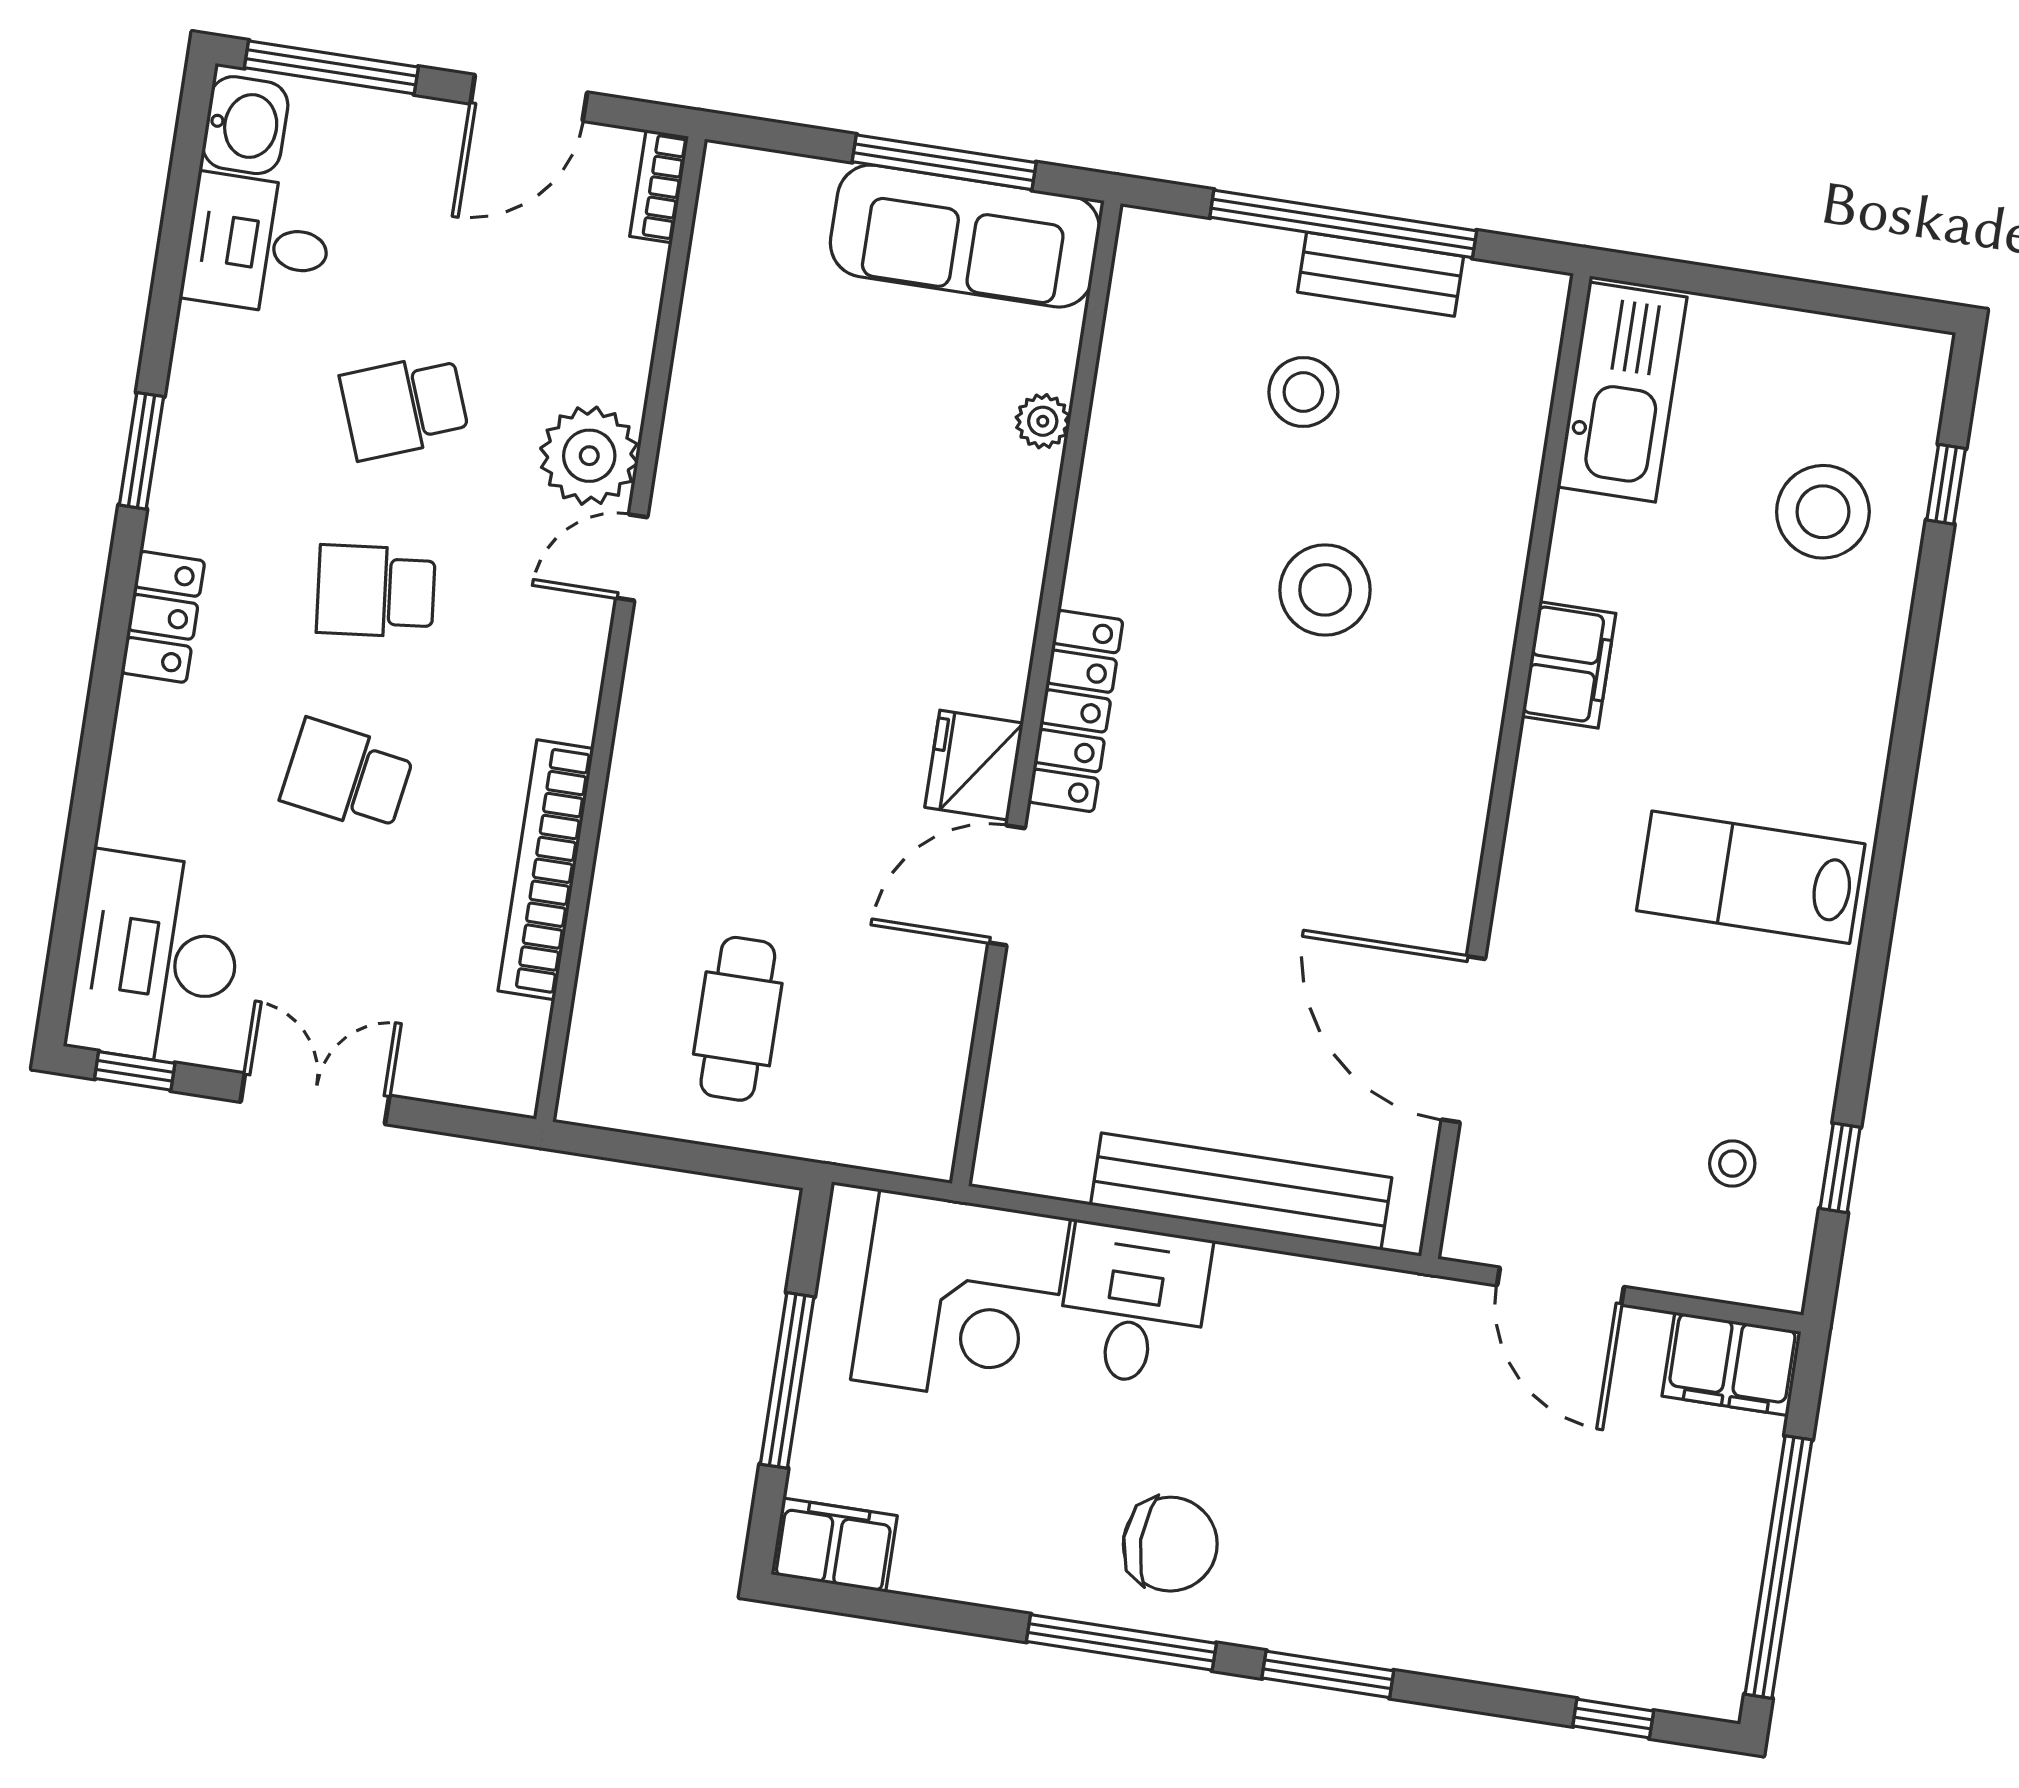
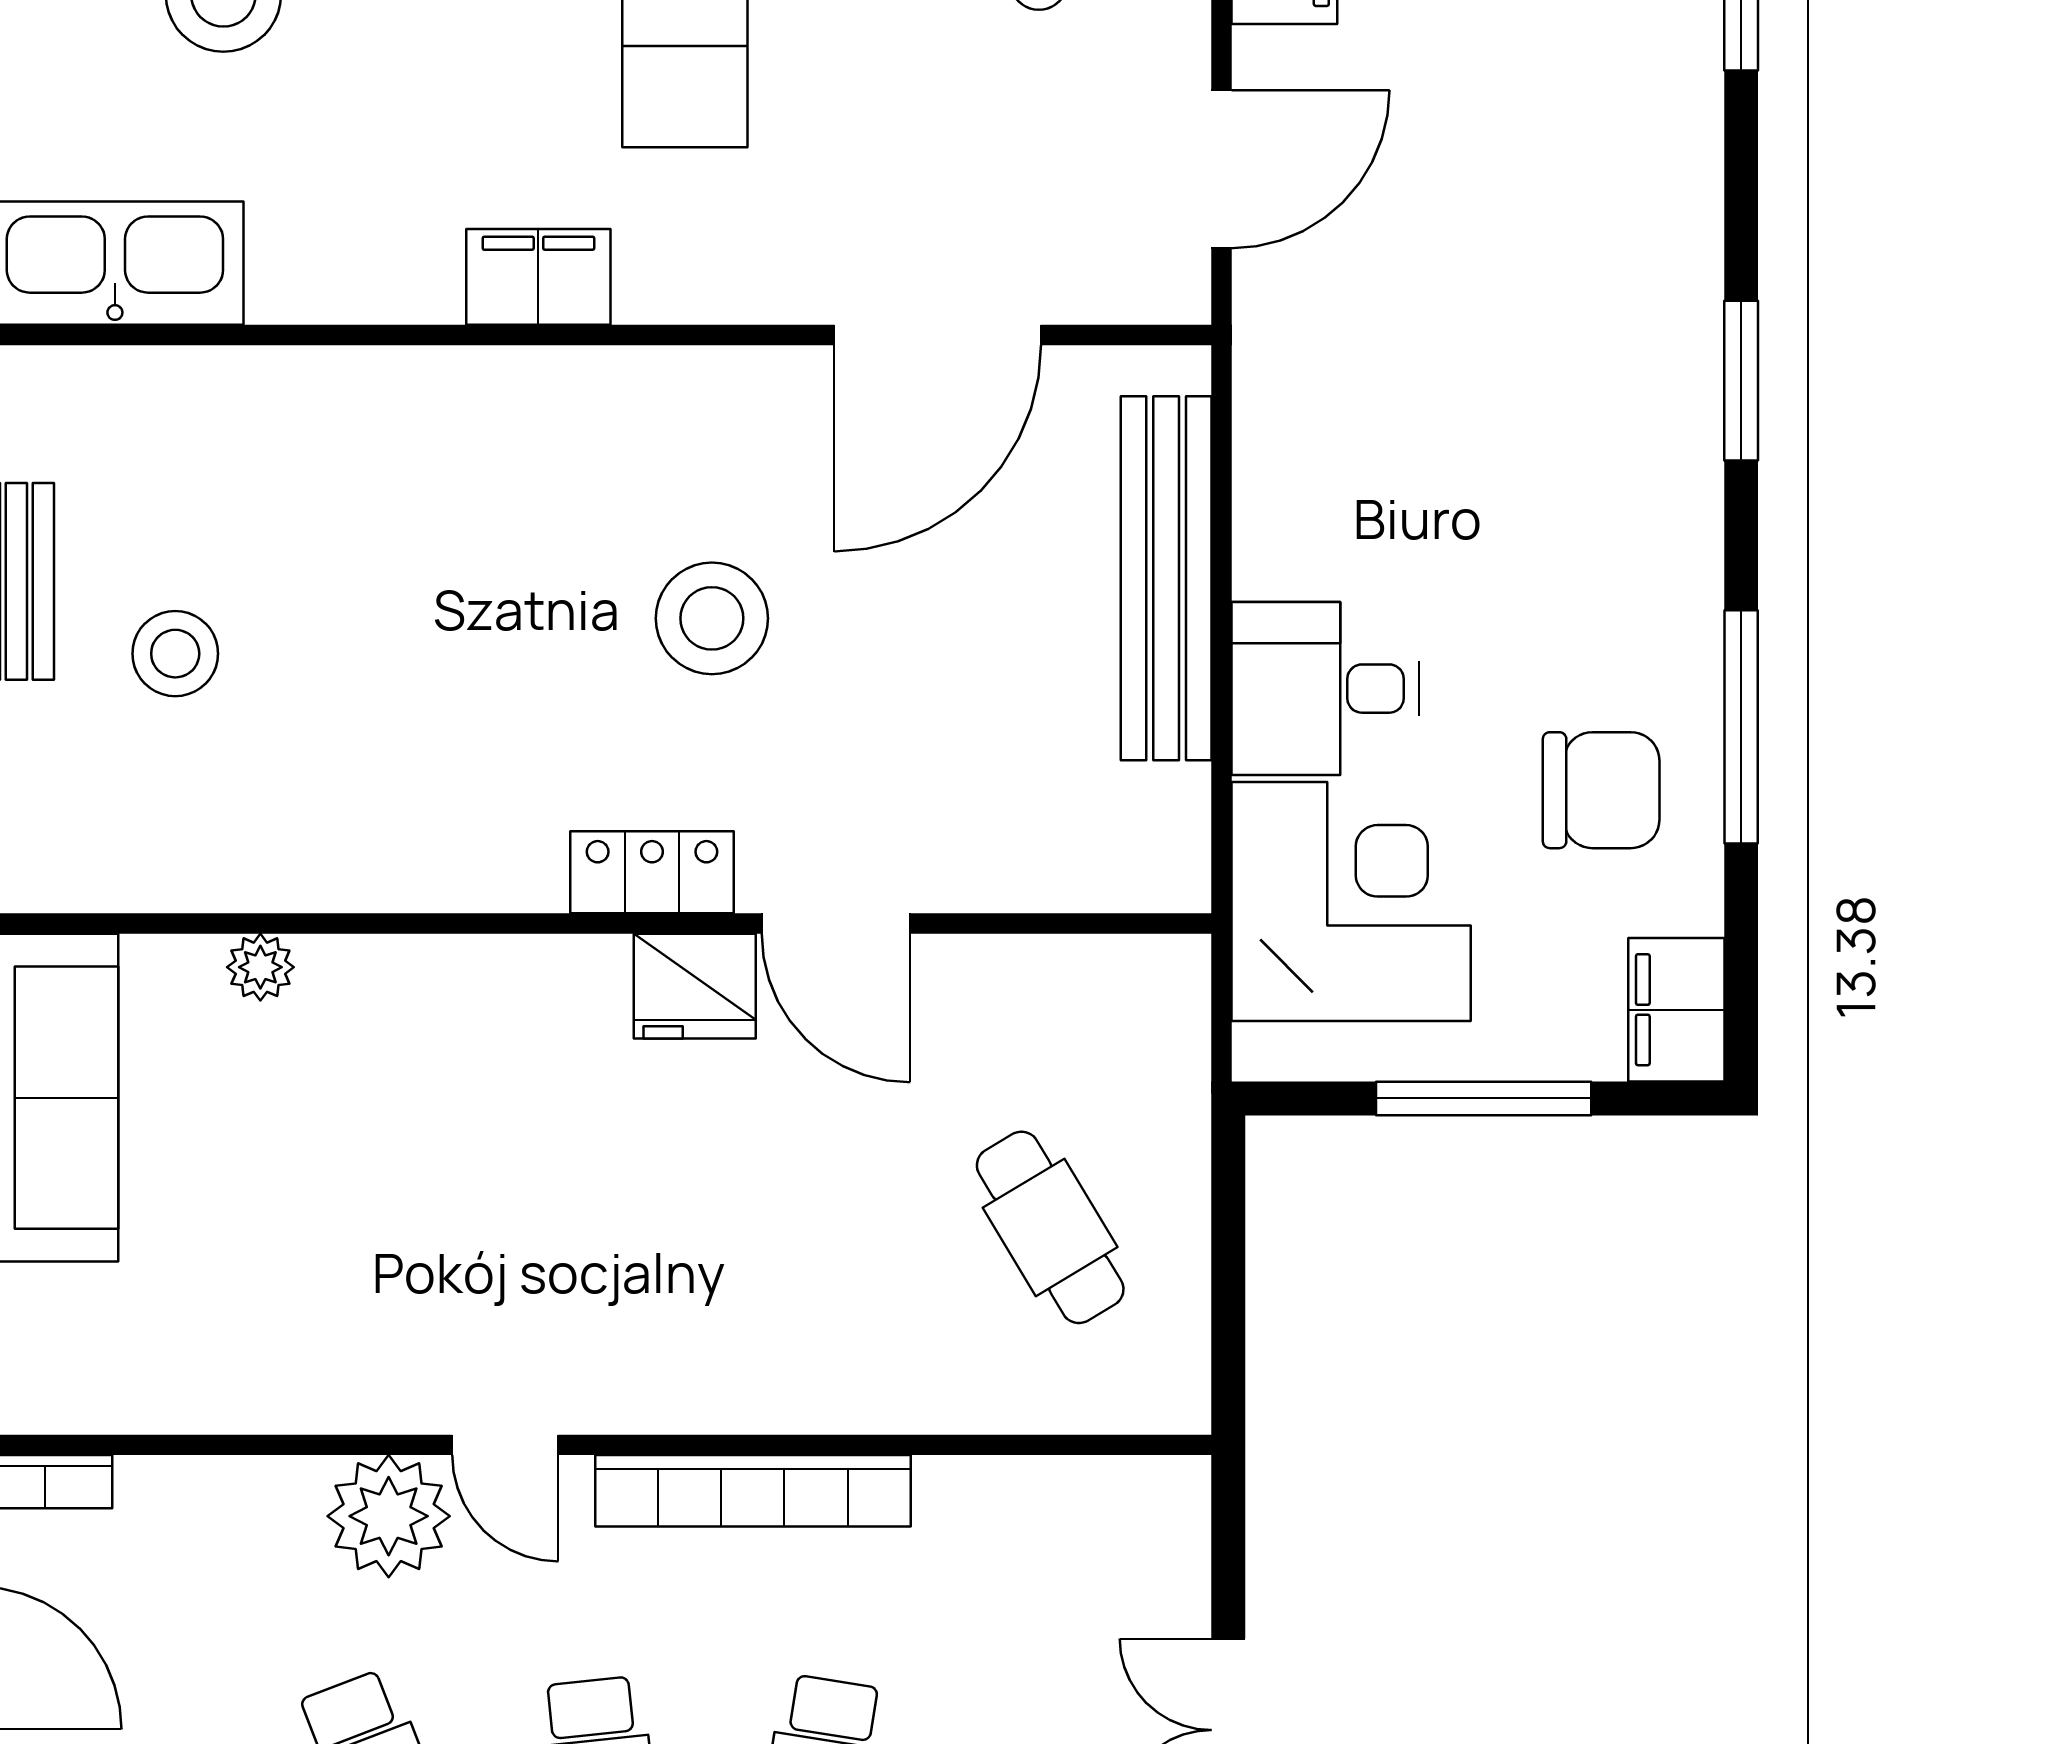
stool: (1325, 590) -> (712, 618), moved
filing cabinet: (1569, 665) -> (538, 277), moved
locker: (1075, 711) -> (652, 872), width x0.66
bookcase: (546, 870) -> (753, 1491), moved
cafe table: (738, 1019) -> (1050, 1227), turned 59
chair: (1170, 1544) -> (1601, 790), moved, turned 90
window: (1121, 1642) -> (1741, 727), moved

